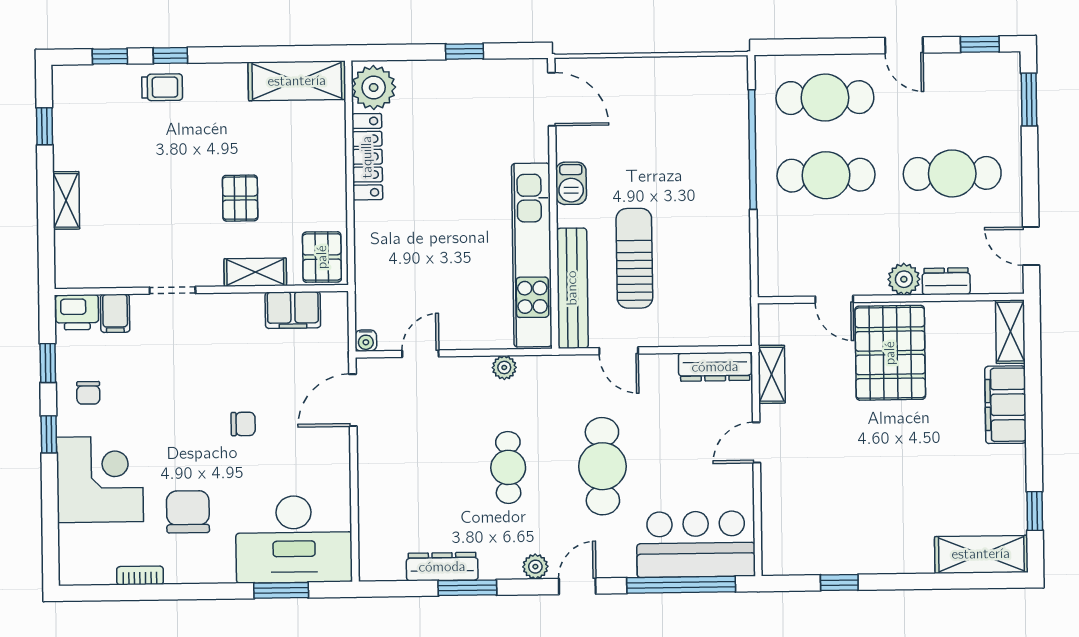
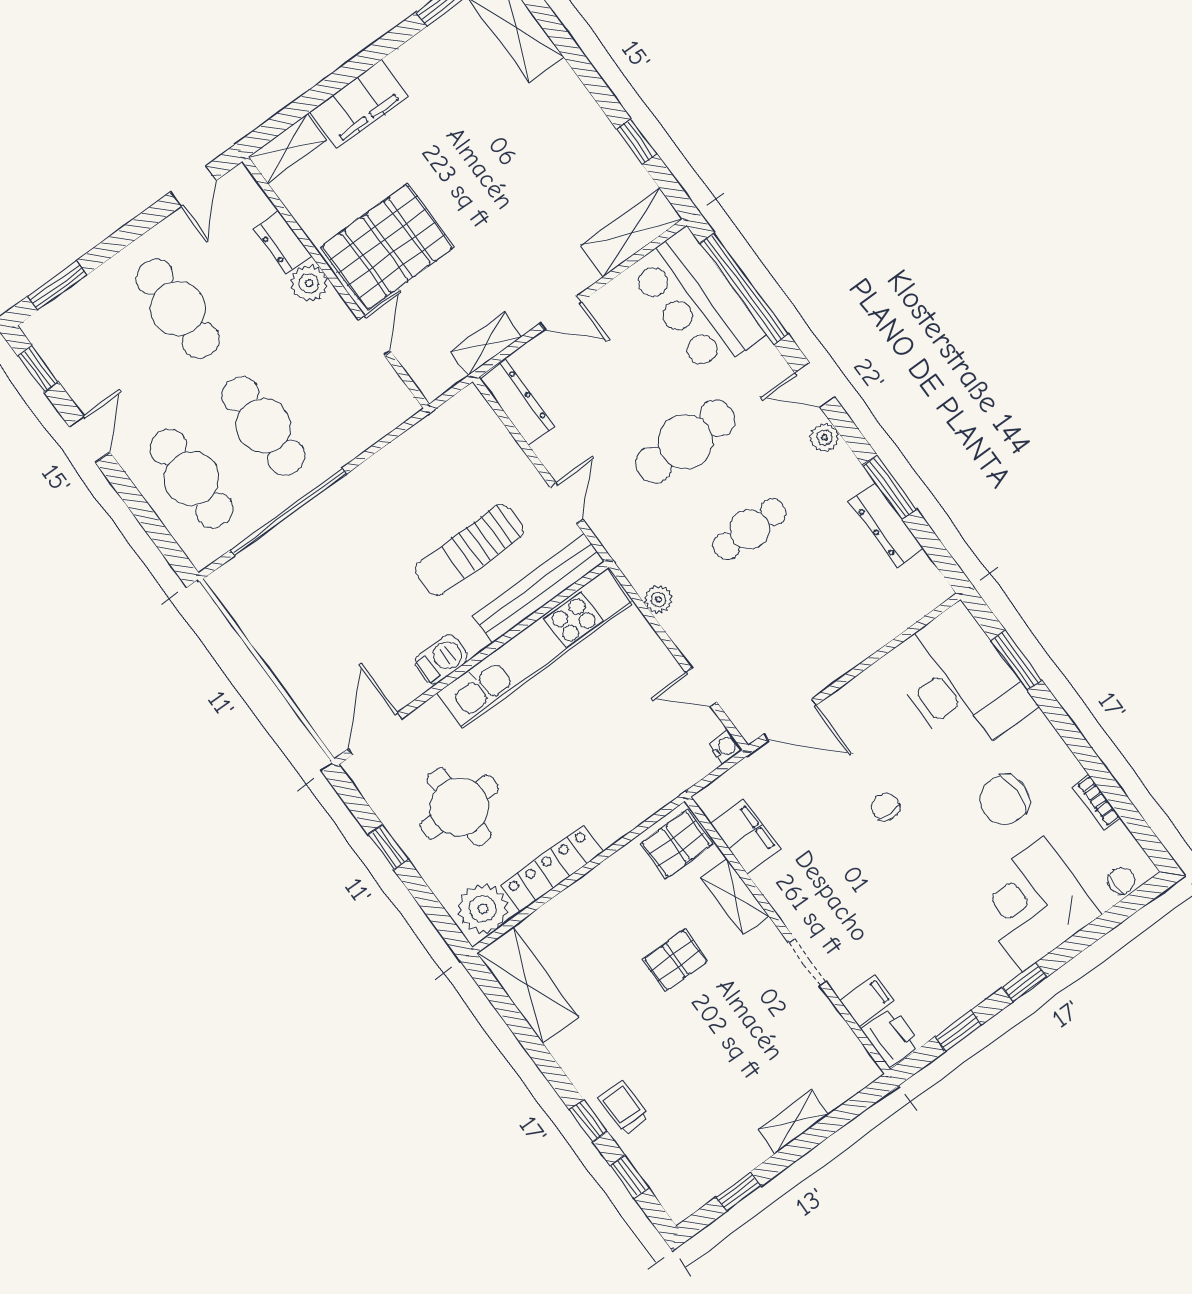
round table: (457, 122) -> (459, 807), added
chair: (88, 393) -> (1121, 881), moved
shelving: (778, 533) -> (631, 232), added

